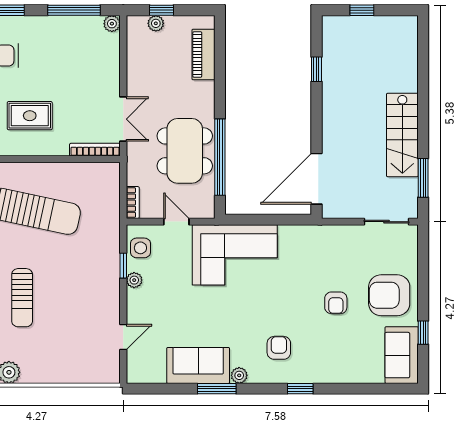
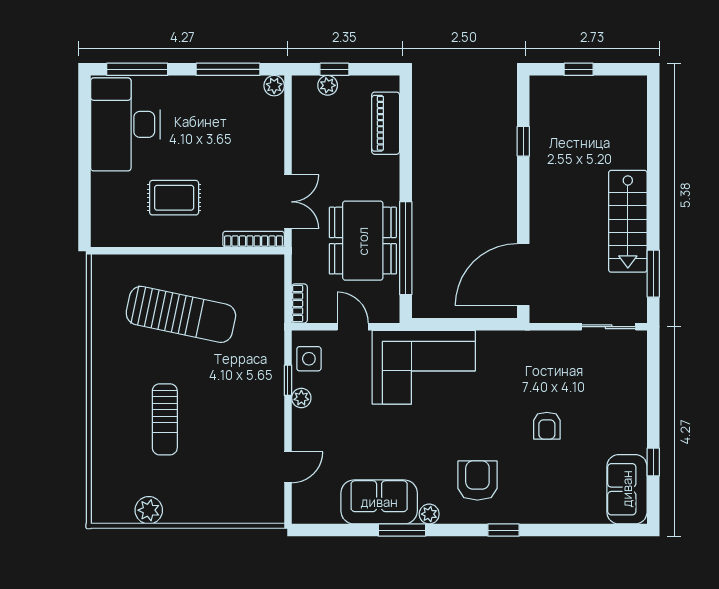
armchair: (389, 295) -> (612, 416), removed
armchair: (279, 348) -> (477, 480), width x1.38, depth x1.38

